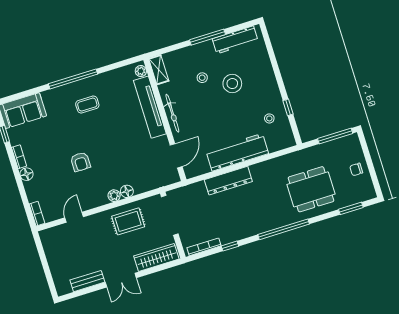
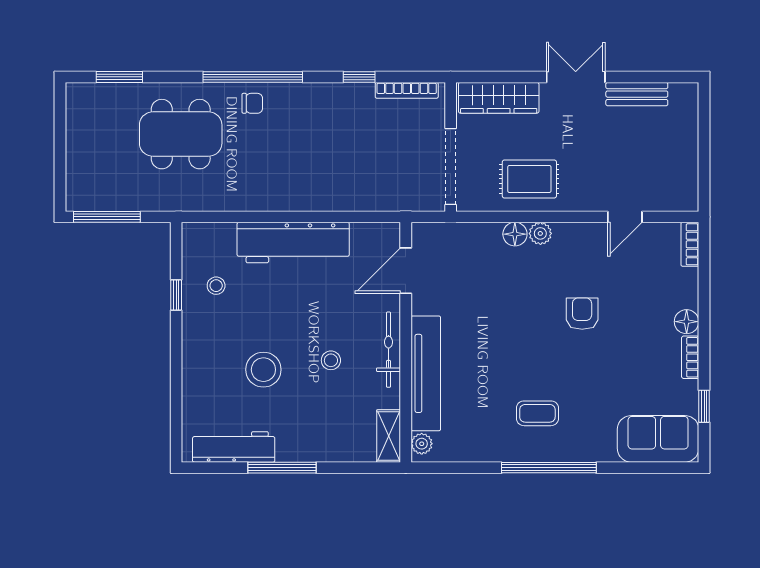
stool: (202, 78) -> (331, 360), moved
chair: (356, 169) -> (252, 103), moved
dresser: (228, 181) -> (325, 196), removed

